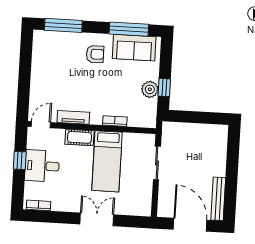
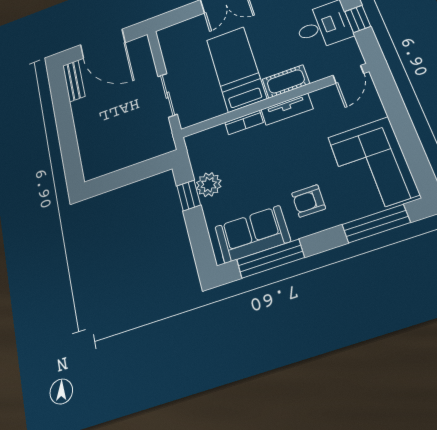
corner sofa: (51, 60) -> (373, 165), added
tv unit: (73, 117) -> (287, 109), moved
bench: (218, 199) -> (74, 81), width x0.73

